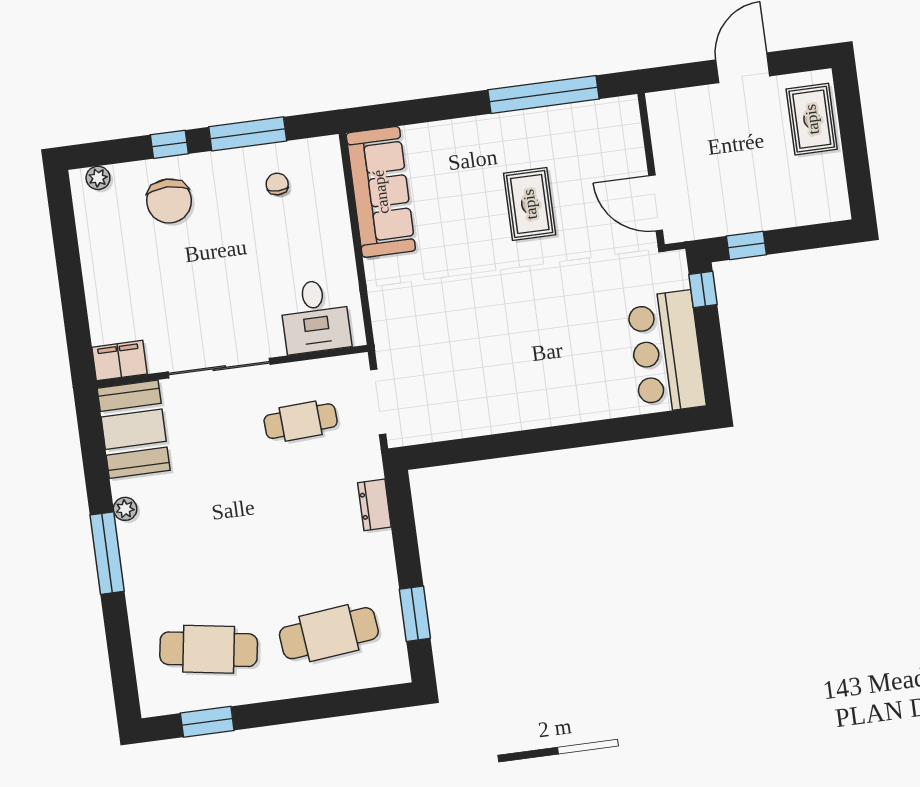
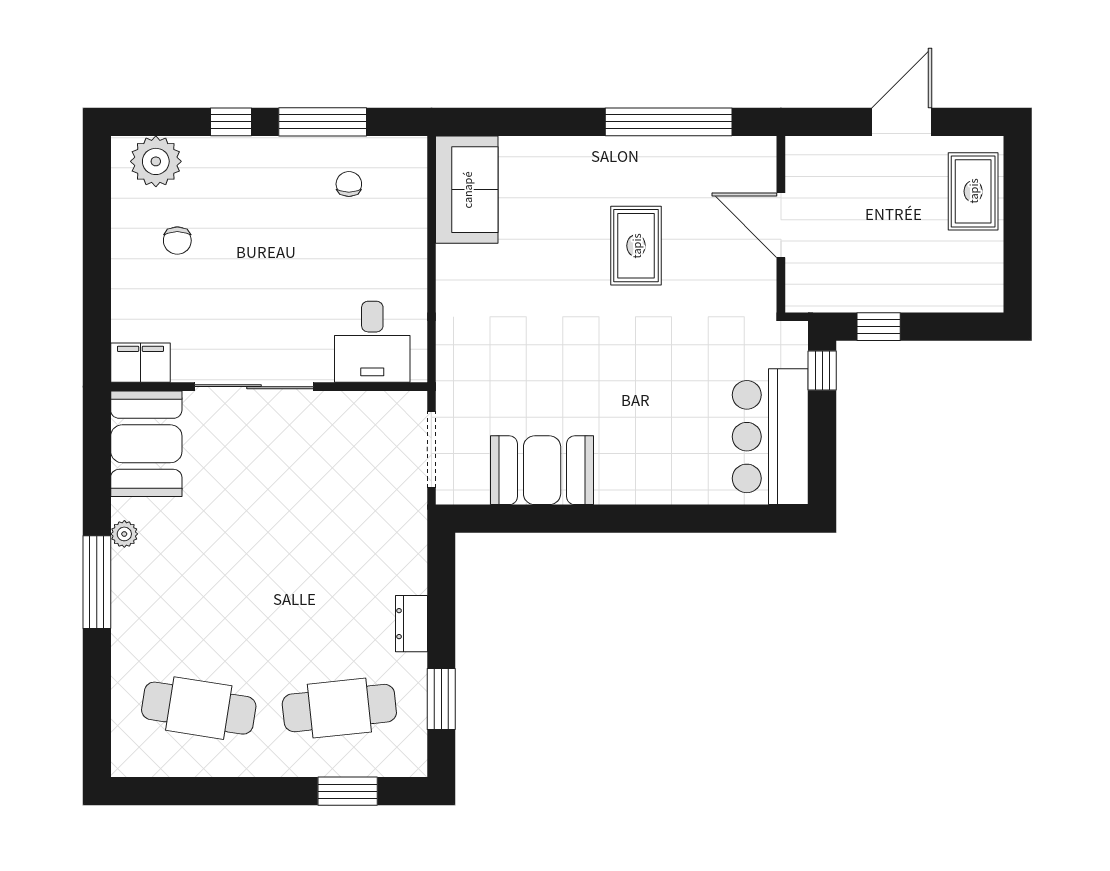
plant: (98, 178) -> (156, 161), width x1.88, depth x1.88
sofa: (381, 192) -> (467, 190), width x0.73
chair: (169, 201) -> (177, 241), moved, width x0.54, depth x0.54
door: (656, 203) -> (781, 225), moved
booth: (475, 407) -> (542, 470), added
cafe table: (301, 421) -> (339, 460), removed
dresser: (374, 505) -> (411, 624), moved
window: (207, 722) -> (348, 791), moved

